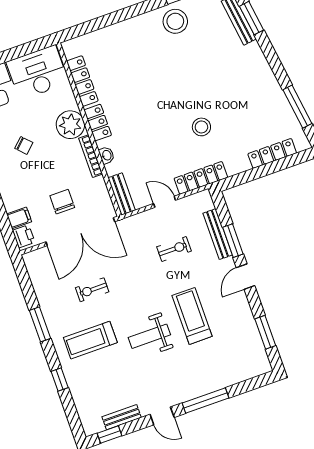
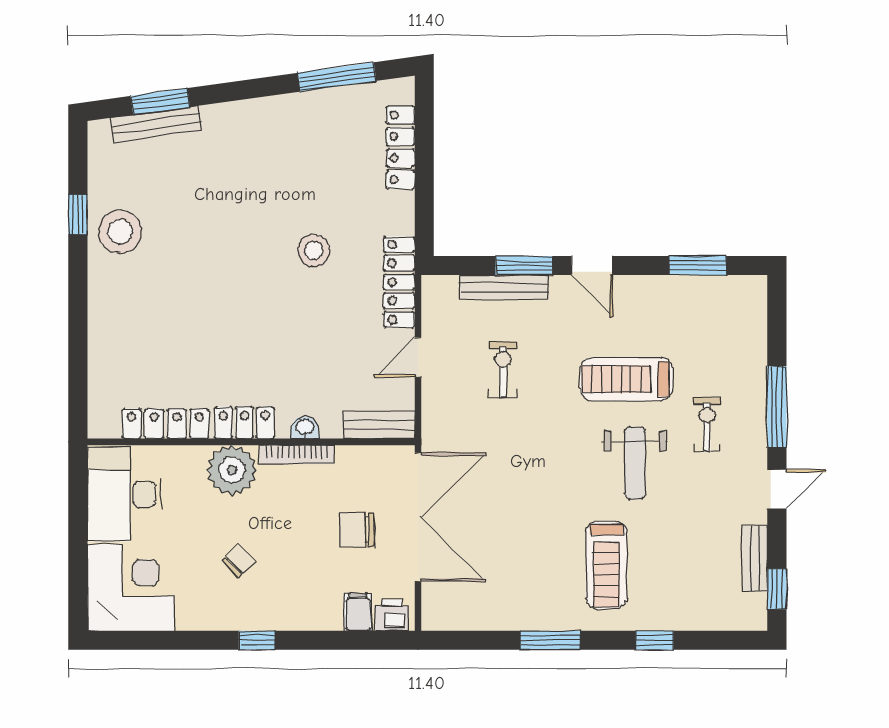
exercise bike: (92, 290) -> (707, 425), moved, turned 180

